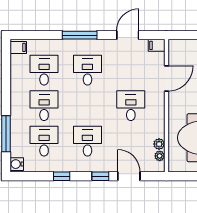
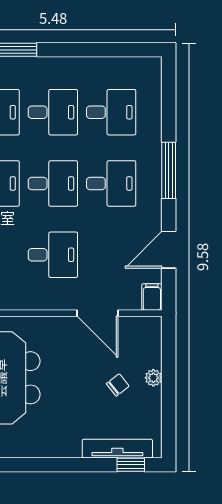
door: (128, 35) -> (169, 250), swing flipped
filing cabinet: (18, 47) -> (149, 70), removed
desk: (87, 106) -> (53, 183), added

